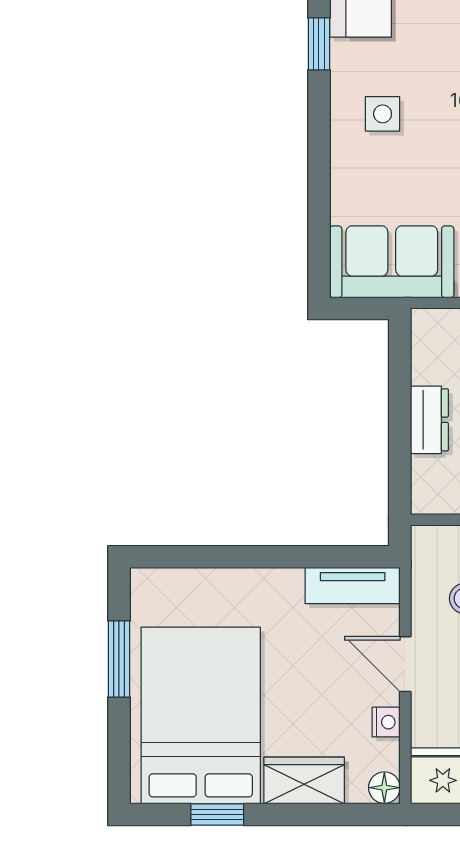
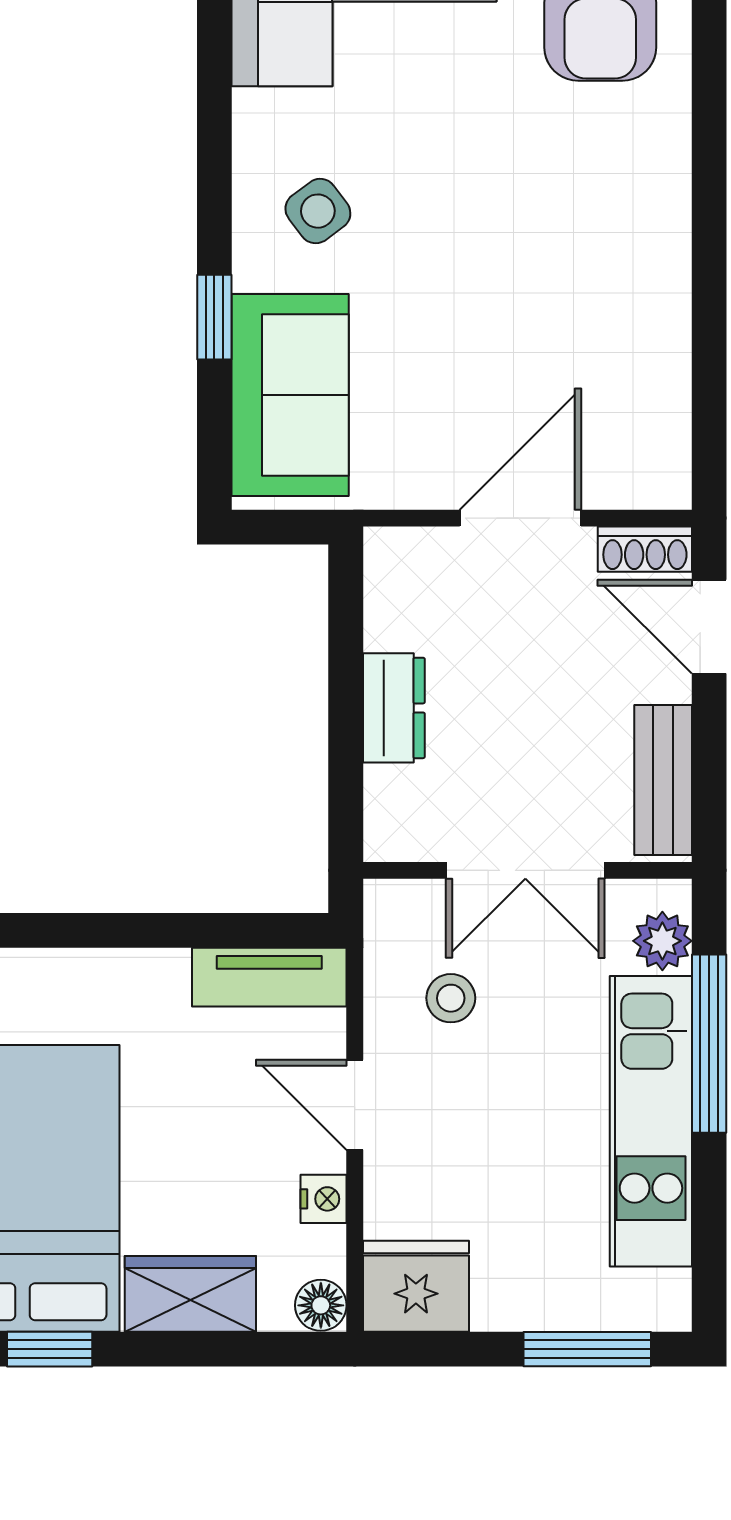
window: (319, 44) -> (214, 317), moved
side table: (383, 114) -> (318, 211), turned -37
sofa: (392, 262) -> (290, 395), moved, turned 90

